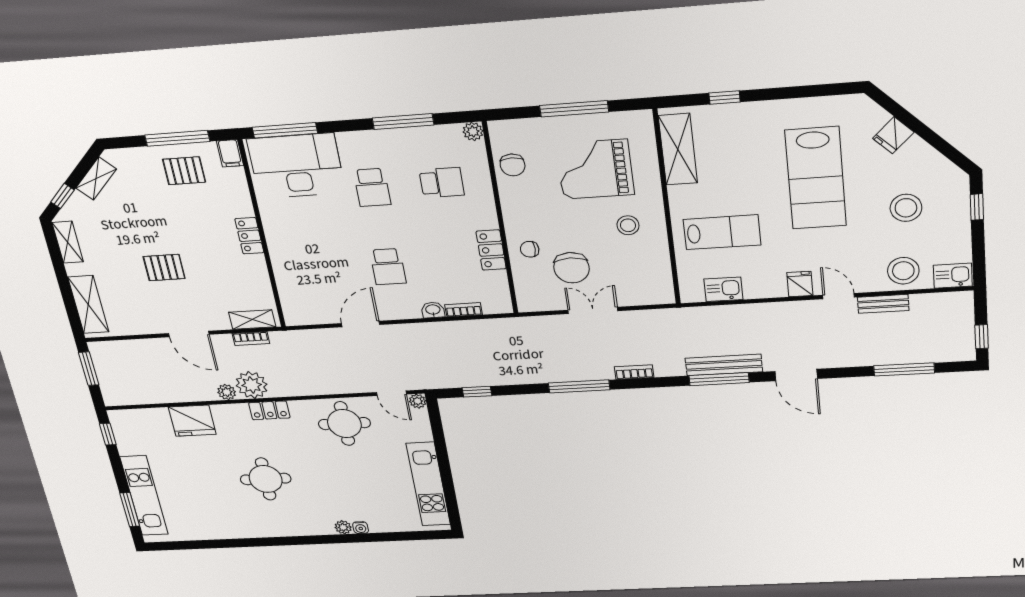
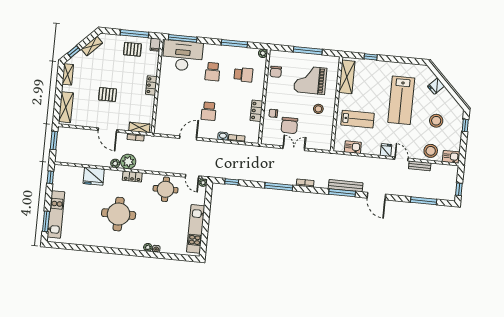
round table: (266, 479) -> (119, 214), width x1.36, depth x1.36

